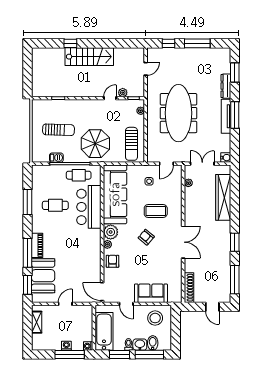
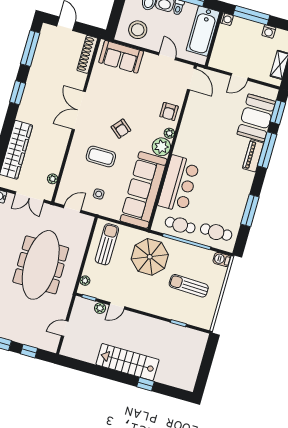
barbecue: (56, 158) -> (222, 259), moved
cafe table: (55, 205) -> (216, 232), moved
sofa: (151, 293) -> (121, 57), moved
washing machine: (66, 346) -> (269, 31), moved

